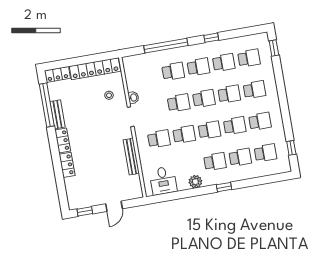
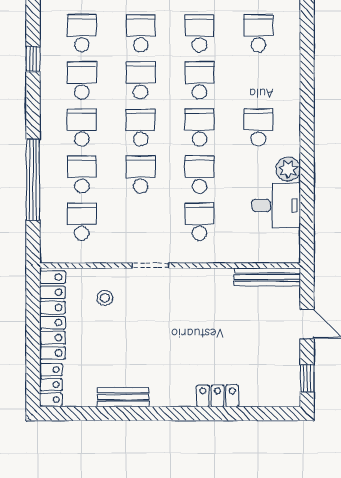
window: (211, 38) -> (33, 59), moved
washbasin: (133, 98) -> (117, 255), removed
window: (47, 105) -> (103, 414), removed
locker: (63, 141) -> (172, 396), removed
bench: (131, 157) -> (267, 277), moved
school desk: (240, 157) -> (82, 222), moved
desk: (163, 181) -> (276, 205), moved
window: (224, 187) -> (307, 119), removed

